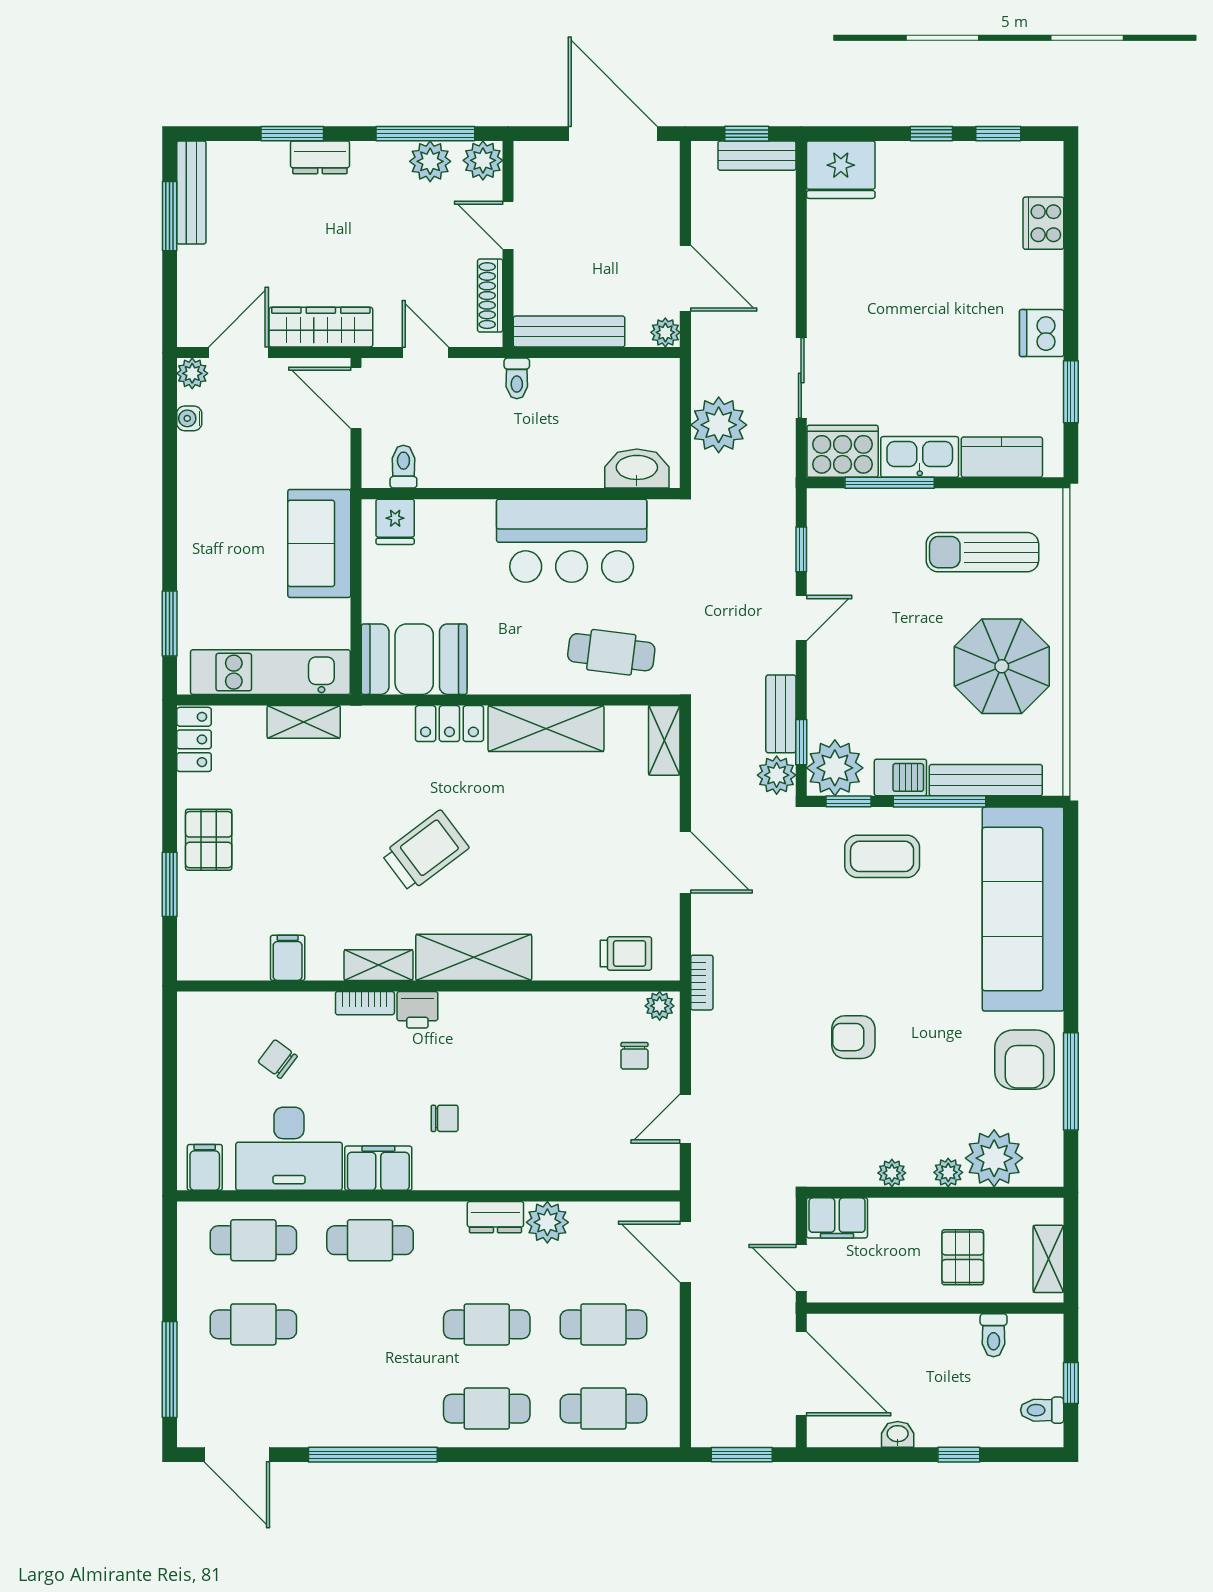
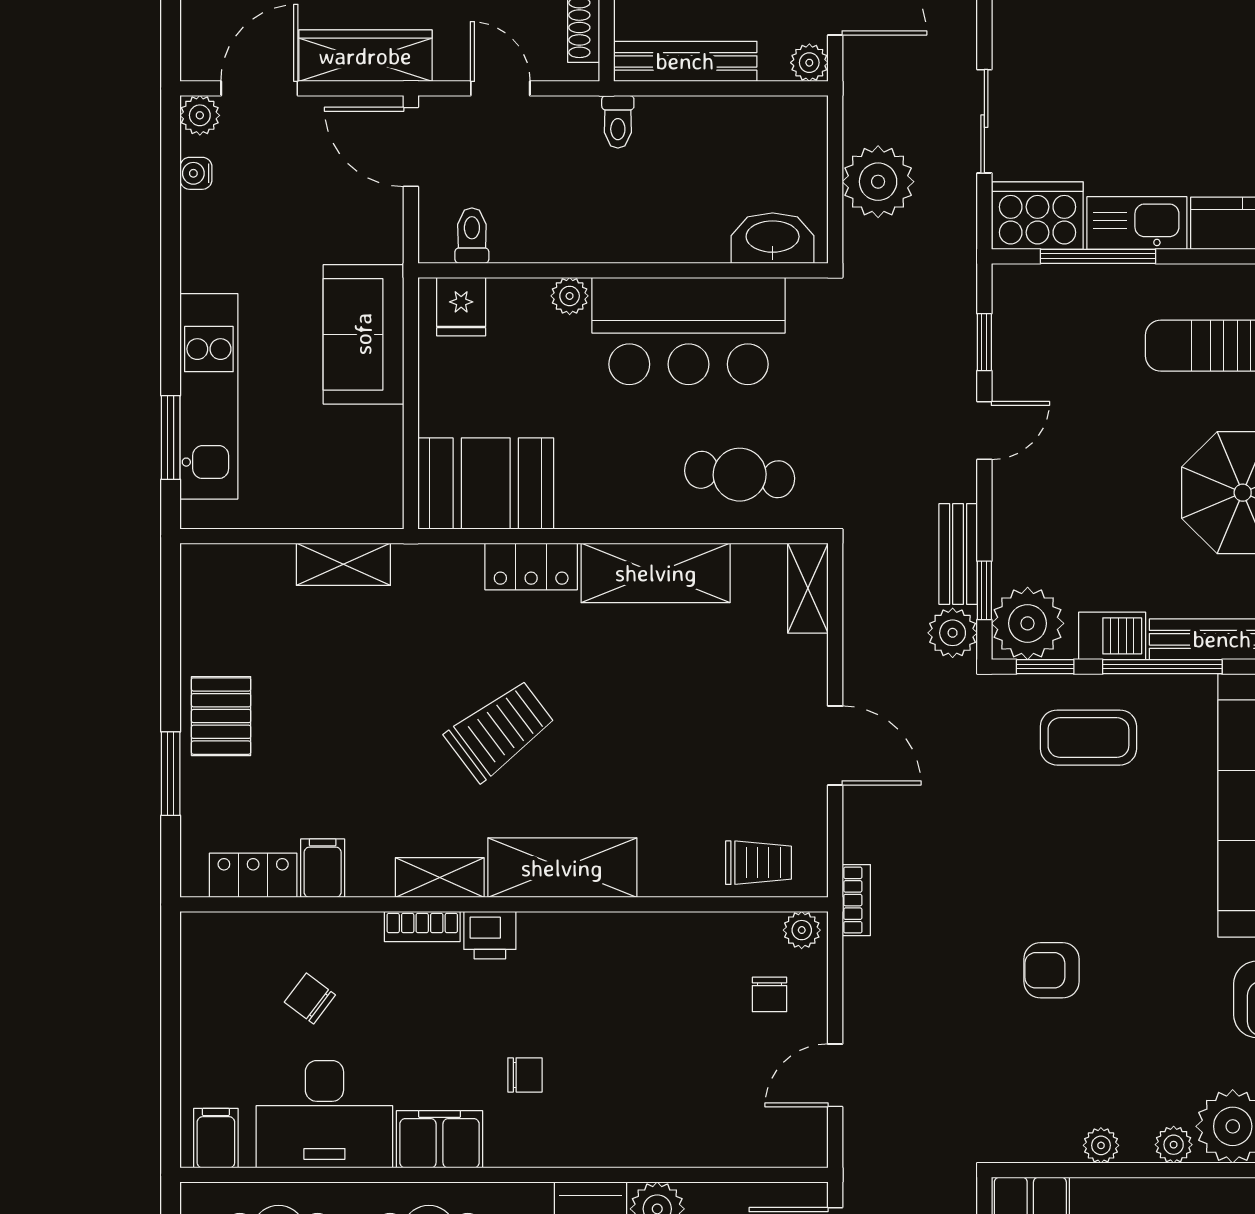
plant: (479, 514) -> (570, 296), added
kitchen unit: (270, 672) -> (209, 396), moved, turned 90
locker: (194, 739) -> (253, 875), moved, turned -90

